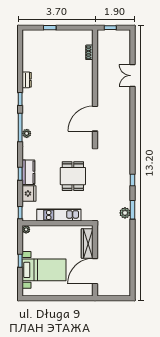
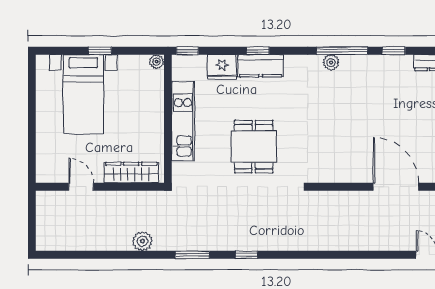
door: (95, 119) -> (396, 187), moved
dining table: (73, 176) -> (254, 147), turned 90
plant: (125, 213) -> (142, 241), moved
door: (95, 271) -> (81, 187), width x0.53

